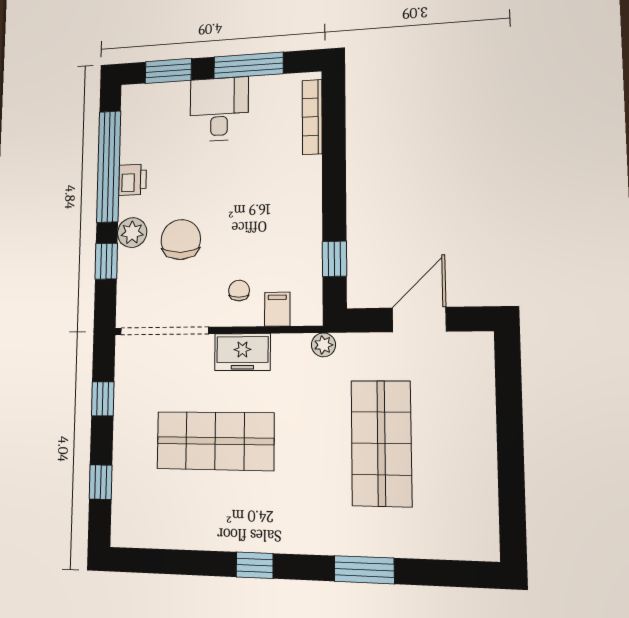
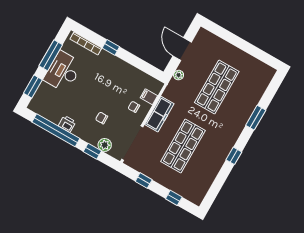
desk: (219, 109) -> (63, 72), width x1.37
plant: (132, 233) -> (105, 145), moved
chair: (181, 240) -> (102, 118), width x0.54, depth x0.54
window: (334, 259) -> (111, 47), moved
plant: (323, 345) -> (179, 75), moved
freezer: (242, 352) -> (159, 114), width x1.40
shop shelf: (381, 443) -> (217, 87), turned 90

